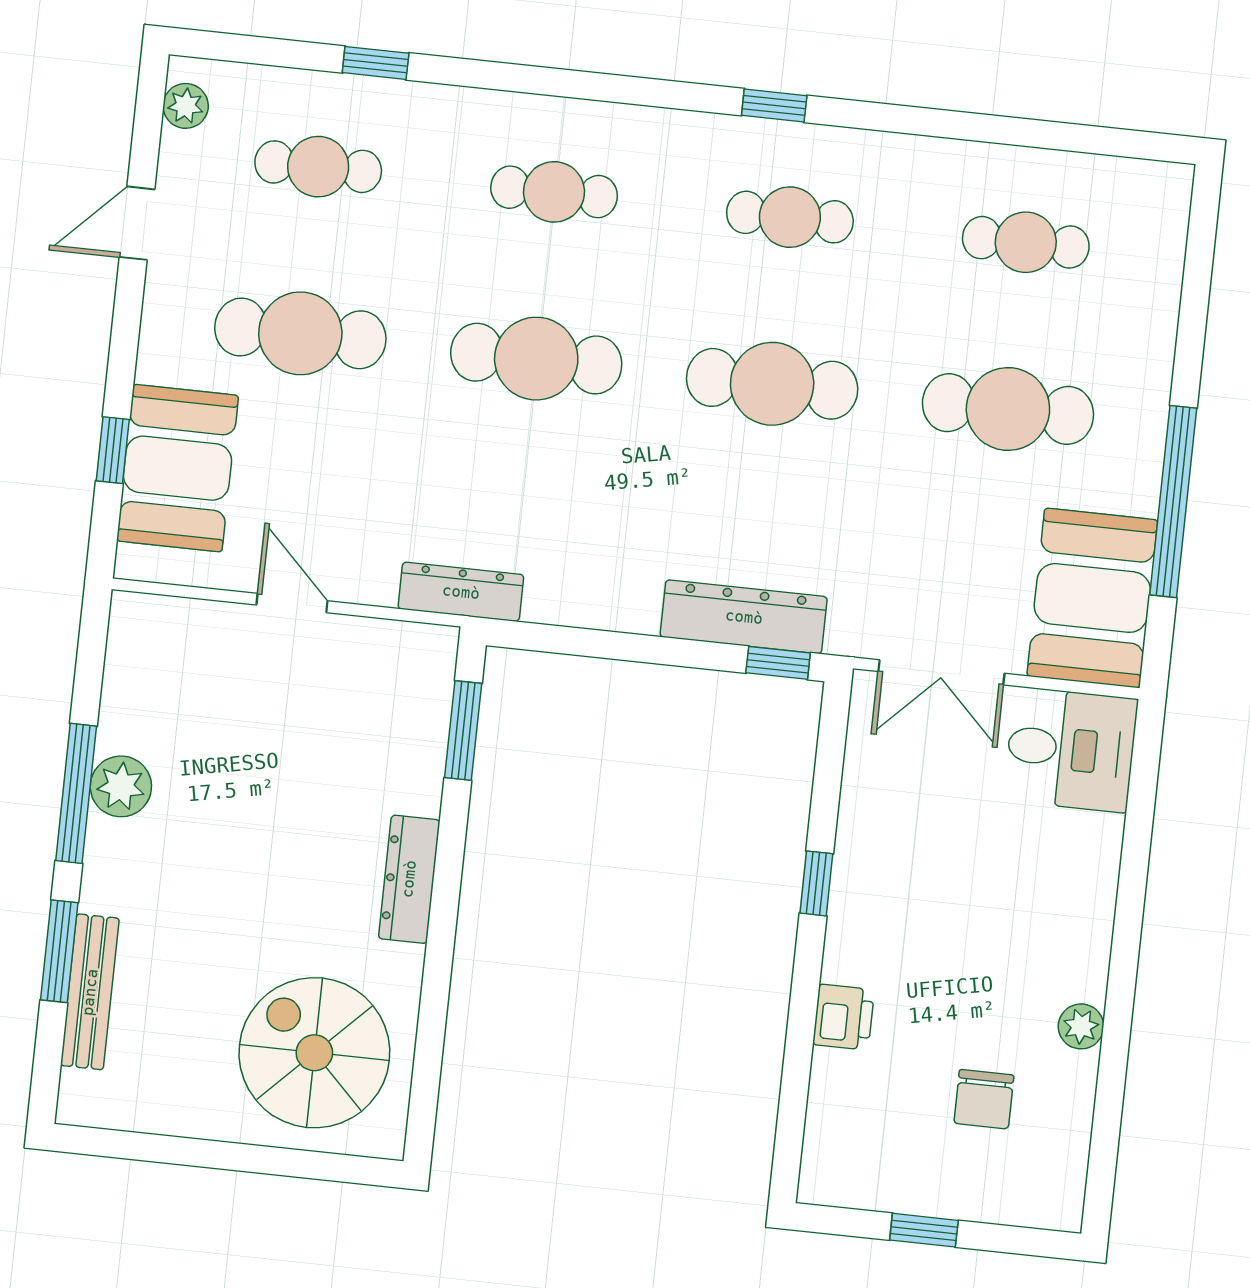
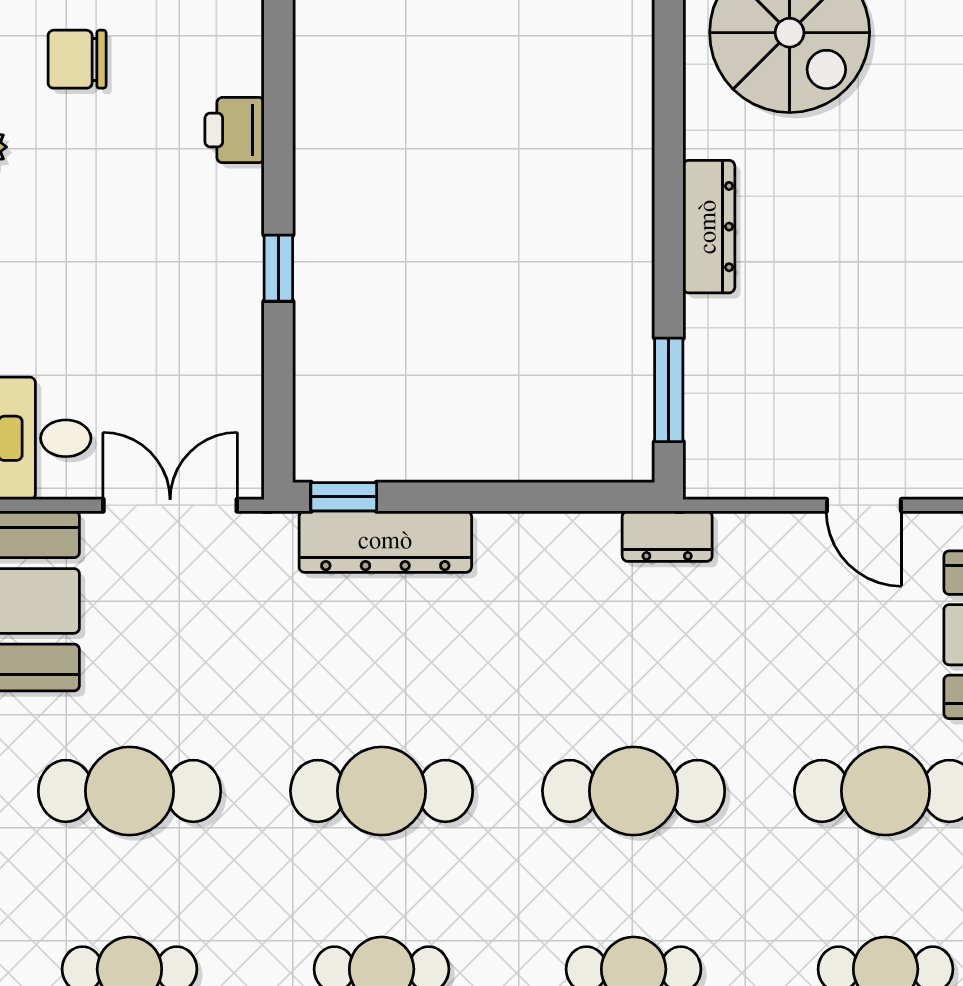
dresser: (461, 592) -> (667, 536), width x0.70
chair: (984, 1099) -> (77, 59), turned -90

